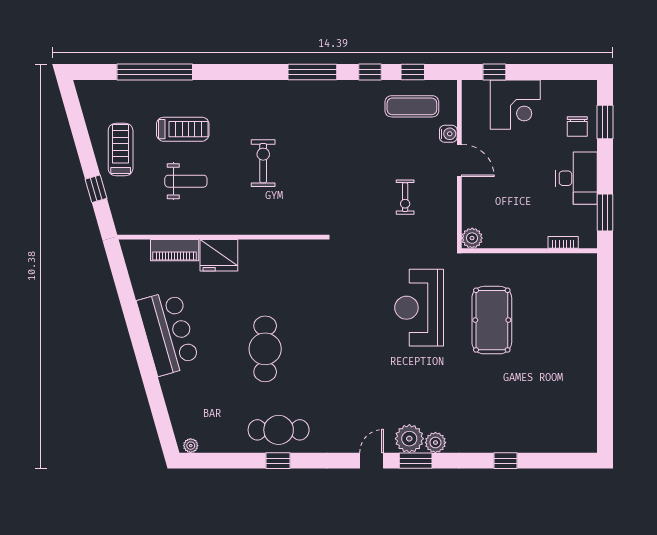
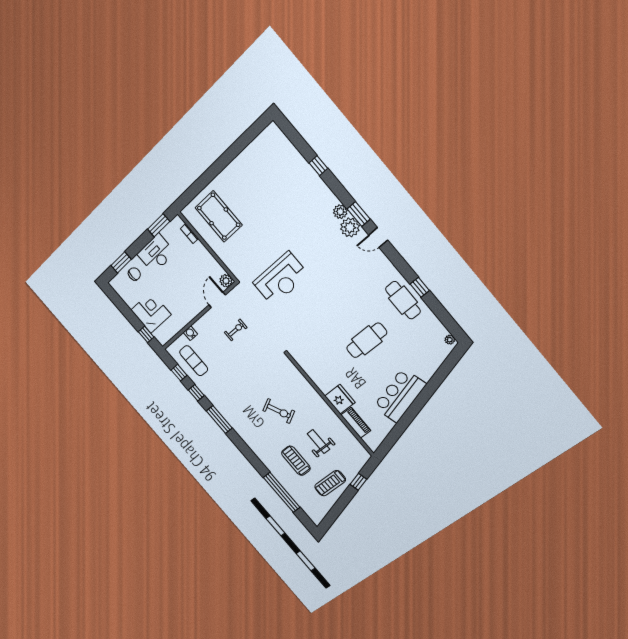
door: (459, 160) -> (217, 300), moved
exercise bike: (263, 163) -> (279, 411), turned -116
pool table: (492, 320) -> (219, 216), moved, turned 90

